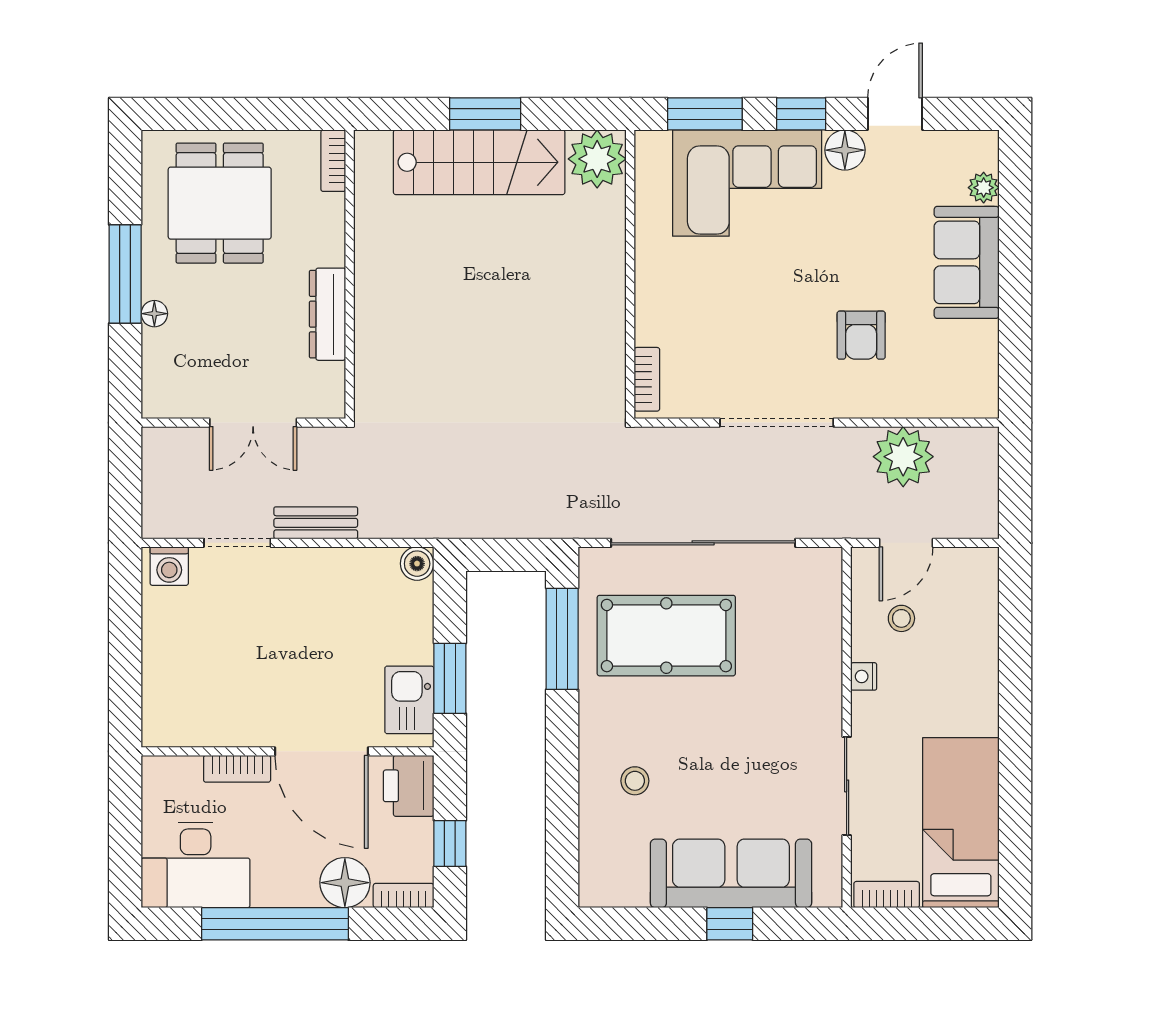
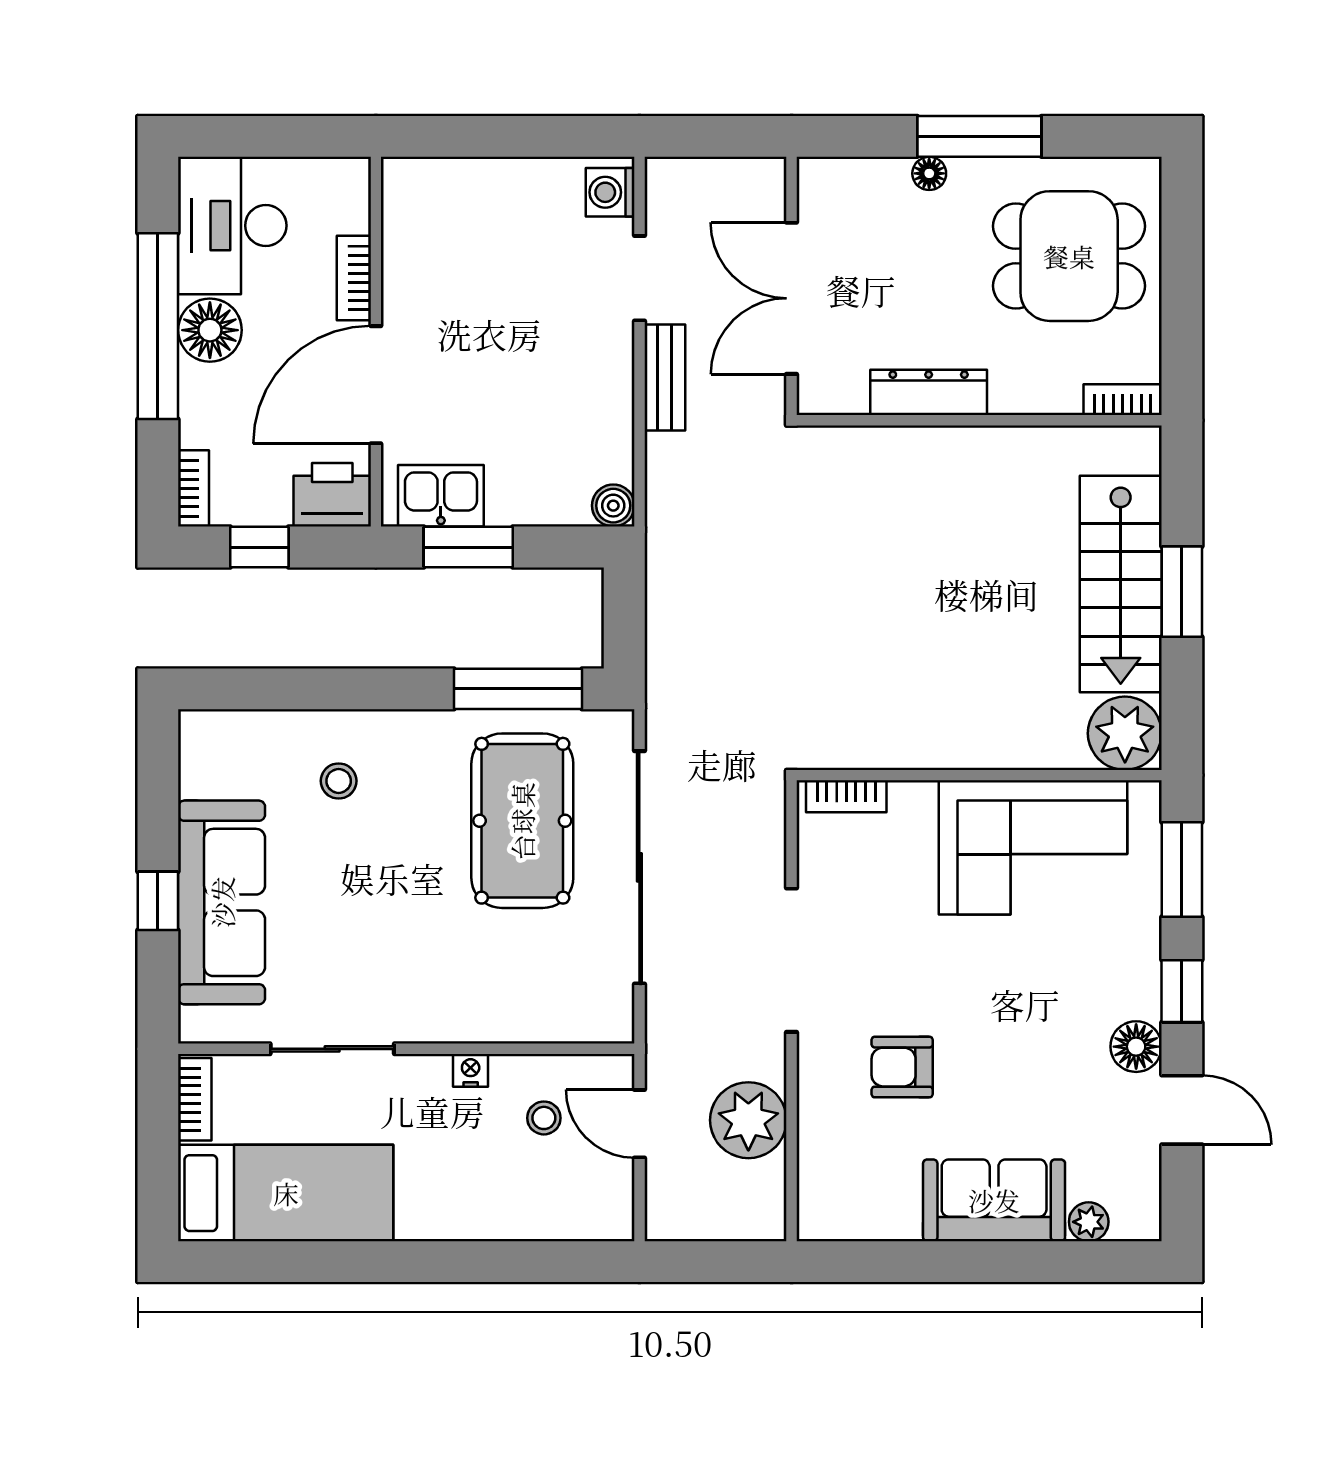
corner sofa: (747, 183) -> (1033, 847), moved, turned -90
double door: (253, 423) -> (792, 298), width x1.37
floor lamp: (345, 883) -> (210, 330), moved

